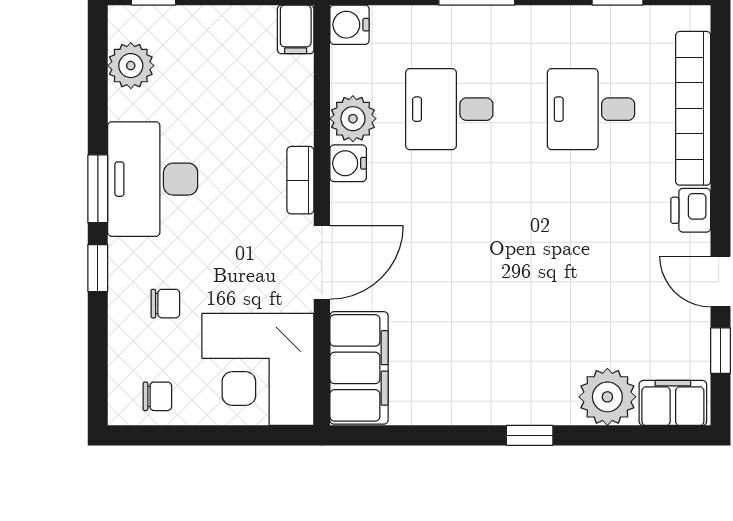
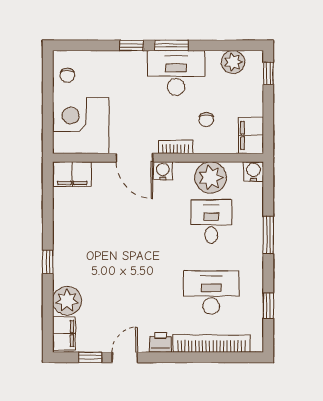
filing cabinet: (296, 29) -> (251, 135), width x2.00
desk: (591, 109) -> (211, 293), width x1.37
plant: (353, 119) -> (211, 177), width x1.36, depth x1.36
water cooler: (348, 163) -> (163, 171), moved
chair: (165, 304) -> (206, 120), moved
filing cabinet: (359, 368) -> (72, 174), width x0.67, depth x0.86

